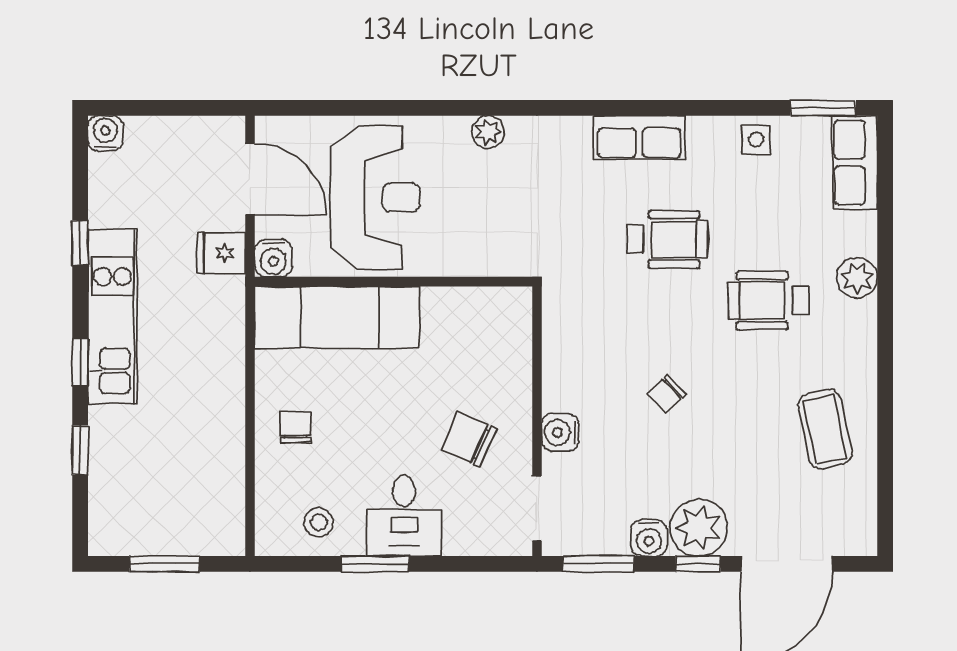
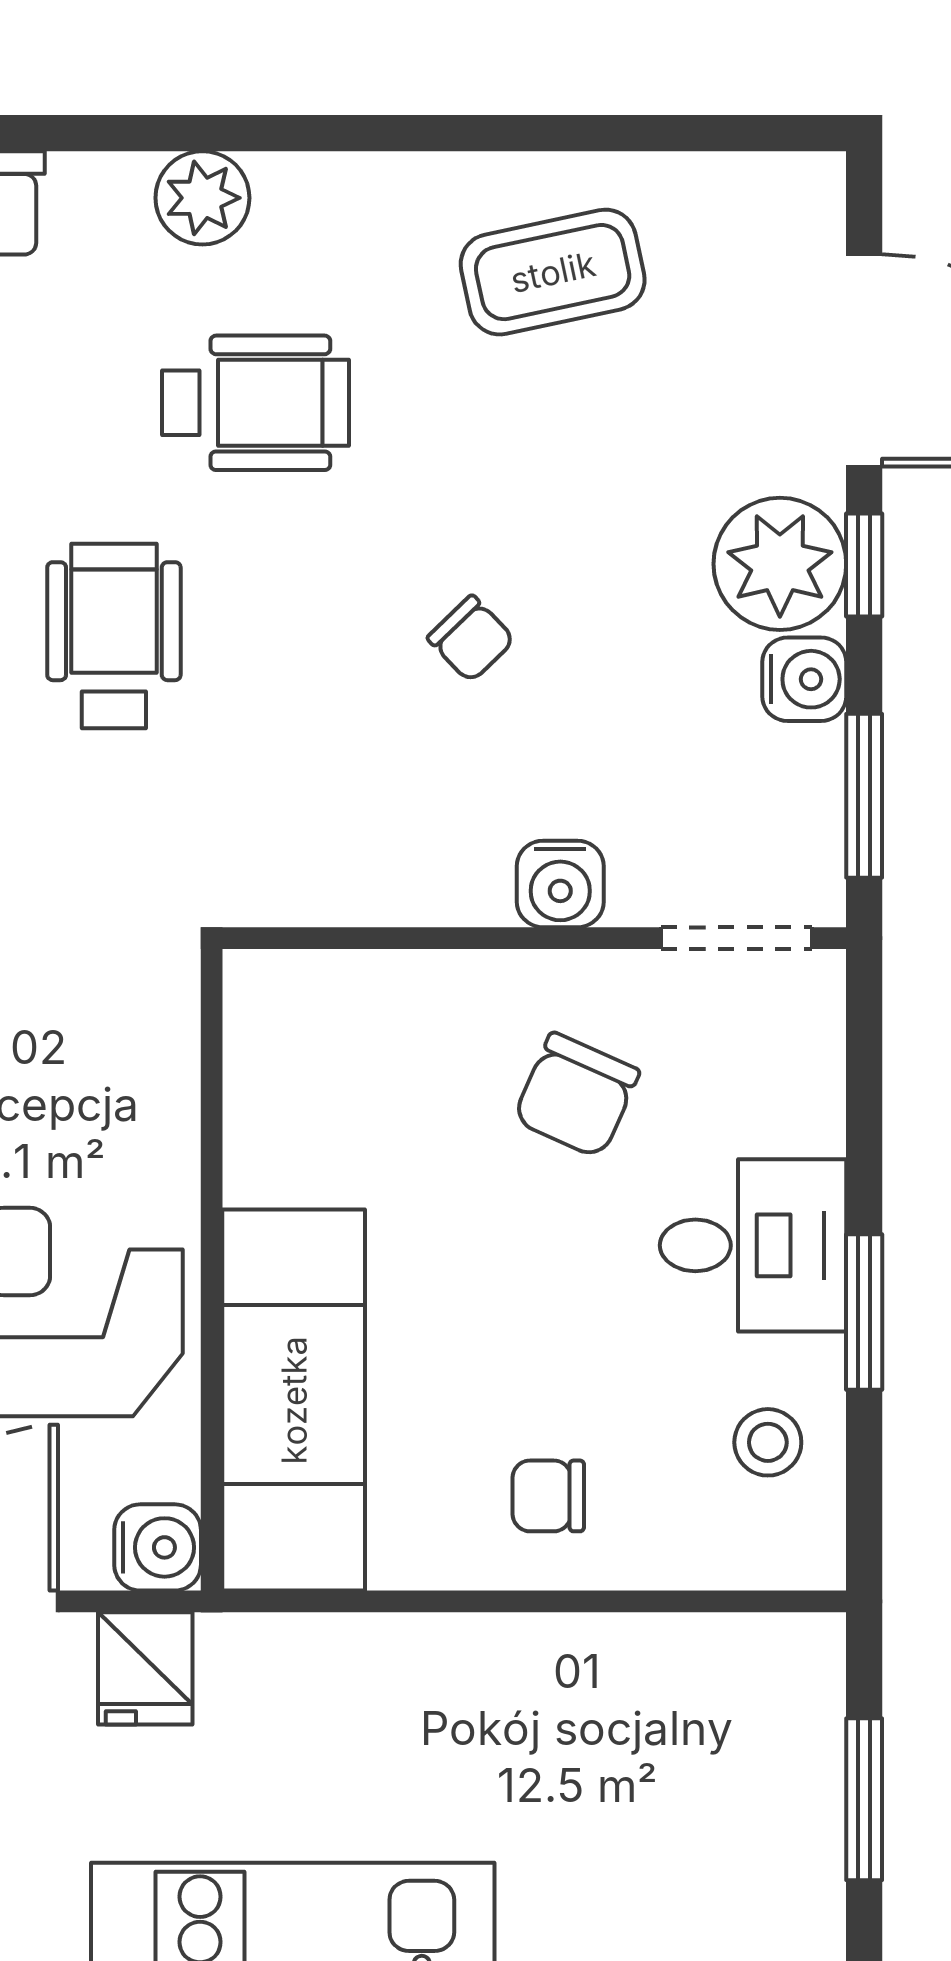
wheelchair: (768, 301) -> (255, 403), turned -90

